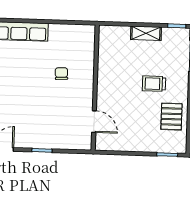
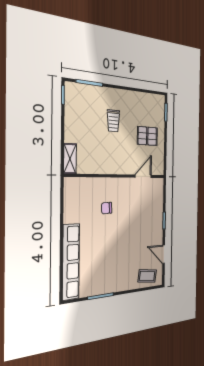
shelving: (146, 33) -> (70, 159), moved
pallet: (171, 117) -> (147, 136), moved

